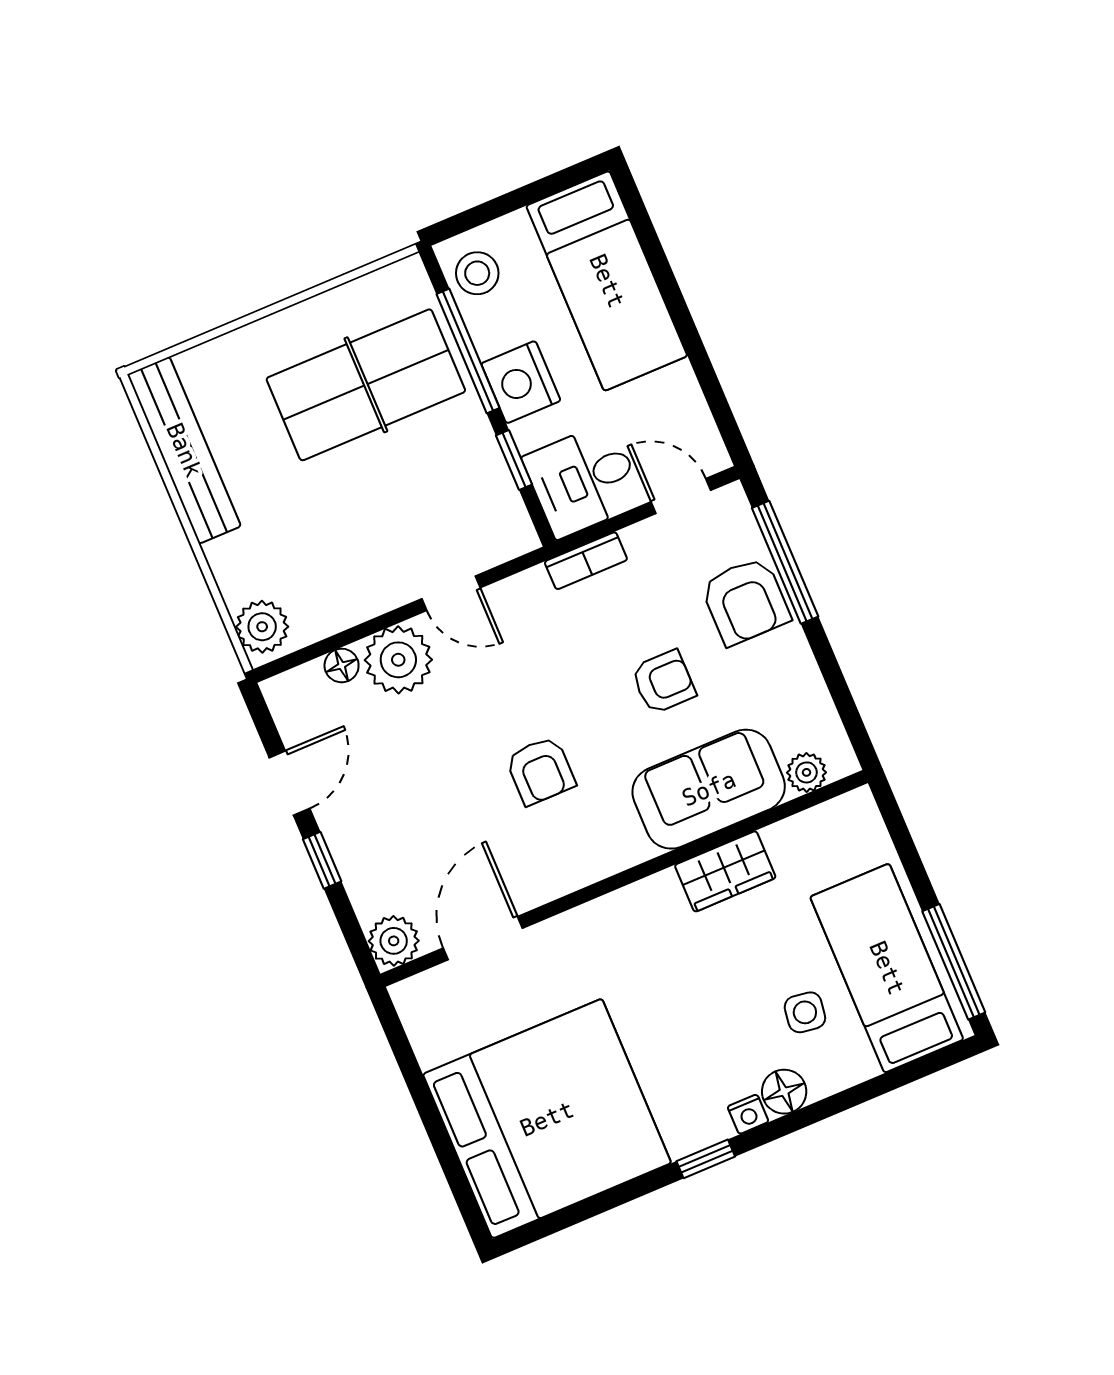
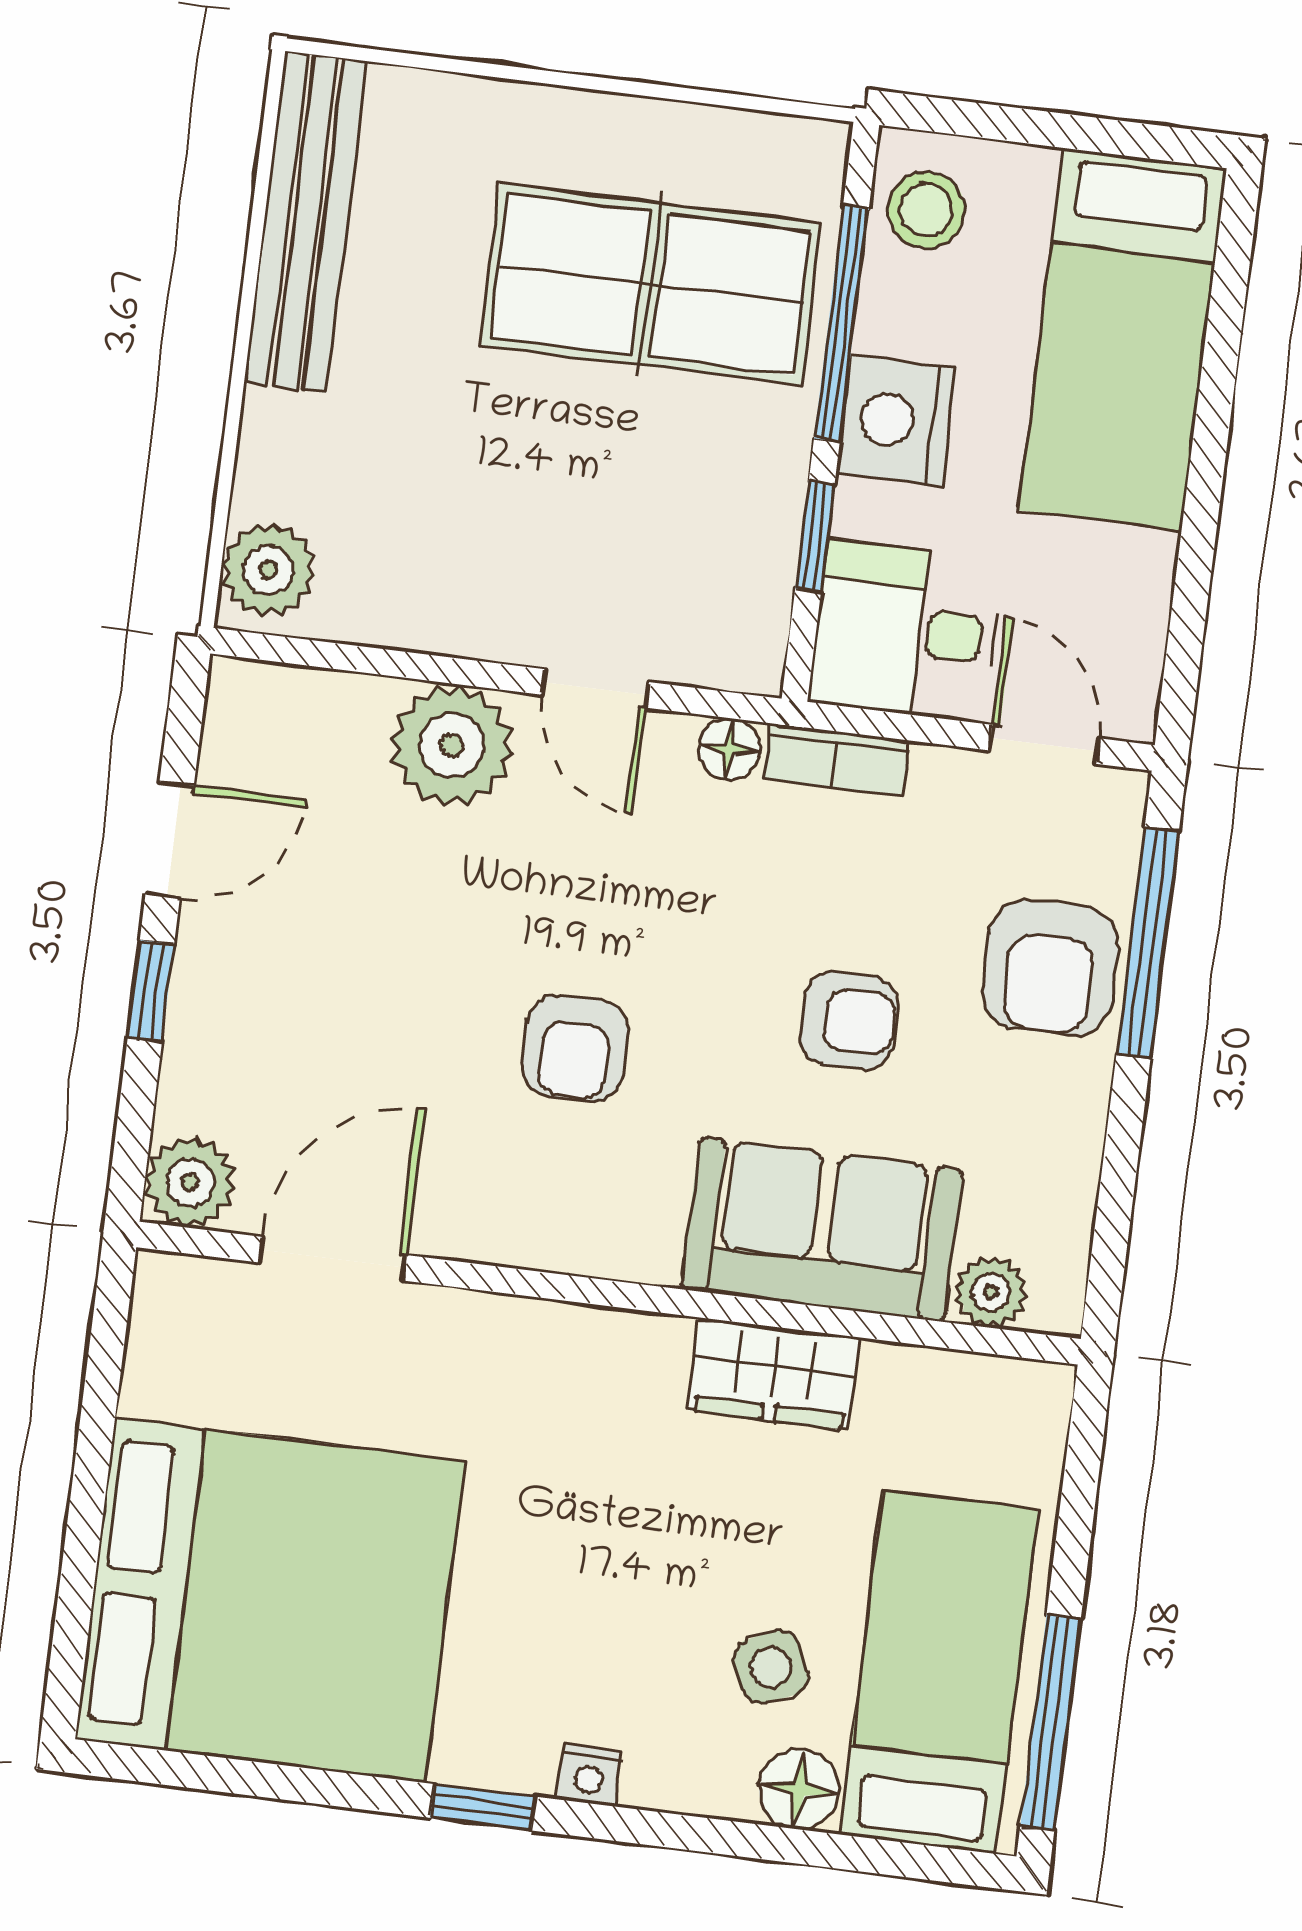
floor lamp: (342, 665) -> (729, 749), moved
side table: (805, 1012) -> (771, 1667), turned -32
floor lamp: (784, 1092) -> (799, 1789), moved

